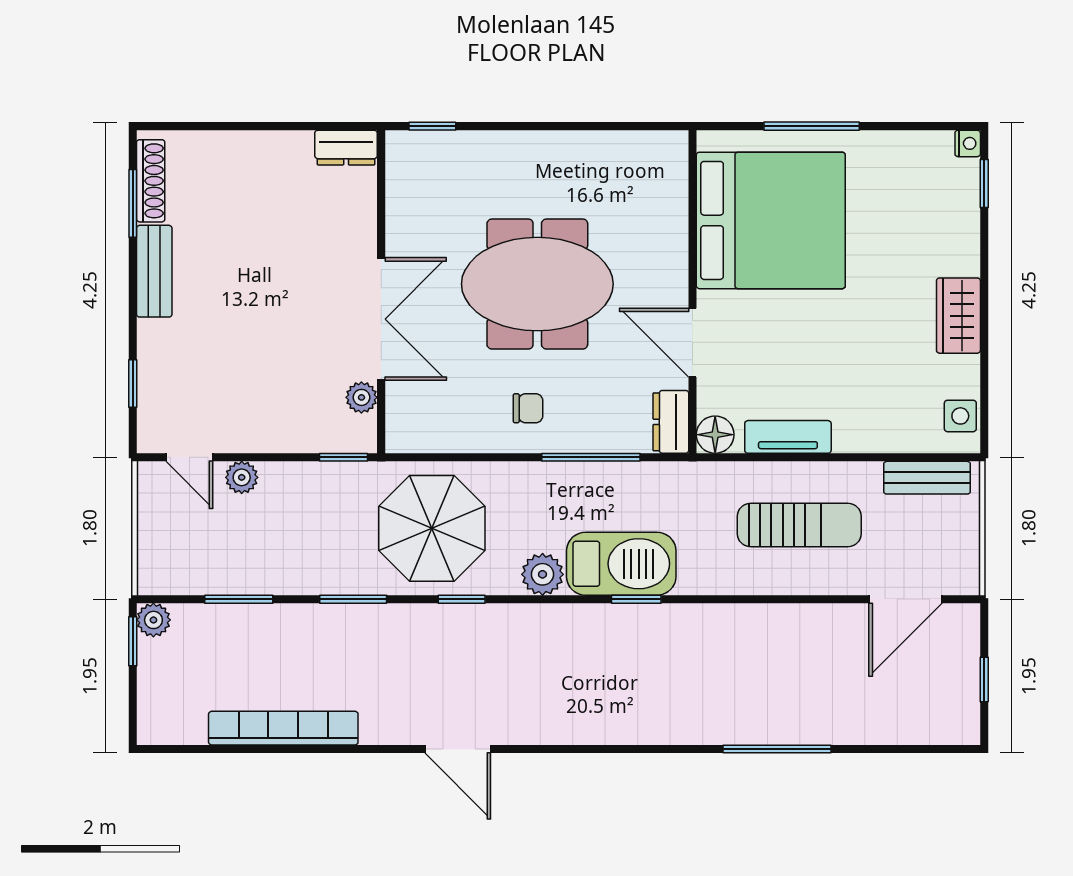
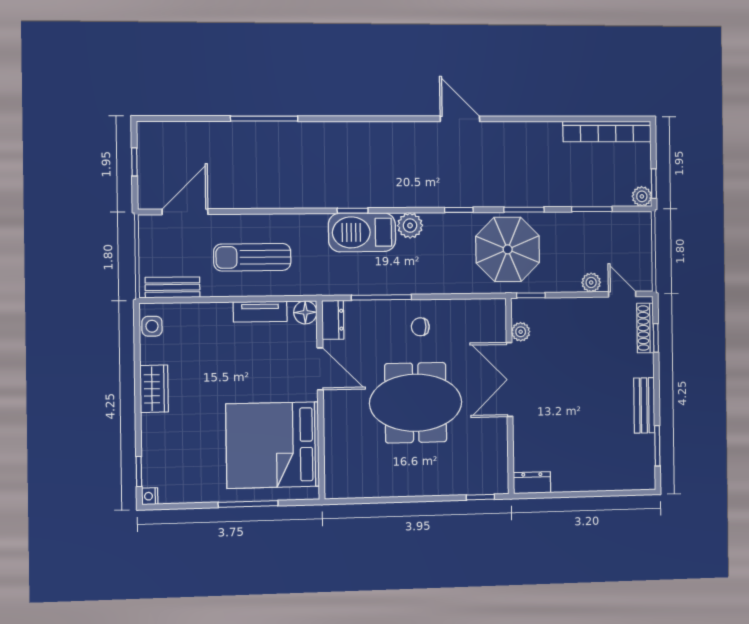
shoe rack: (151, 181) -> (645, 328), moved
parasol: (432, 528) -> (508, 249), moved
bookcase: (283, 728) -> (607, 132), moved

